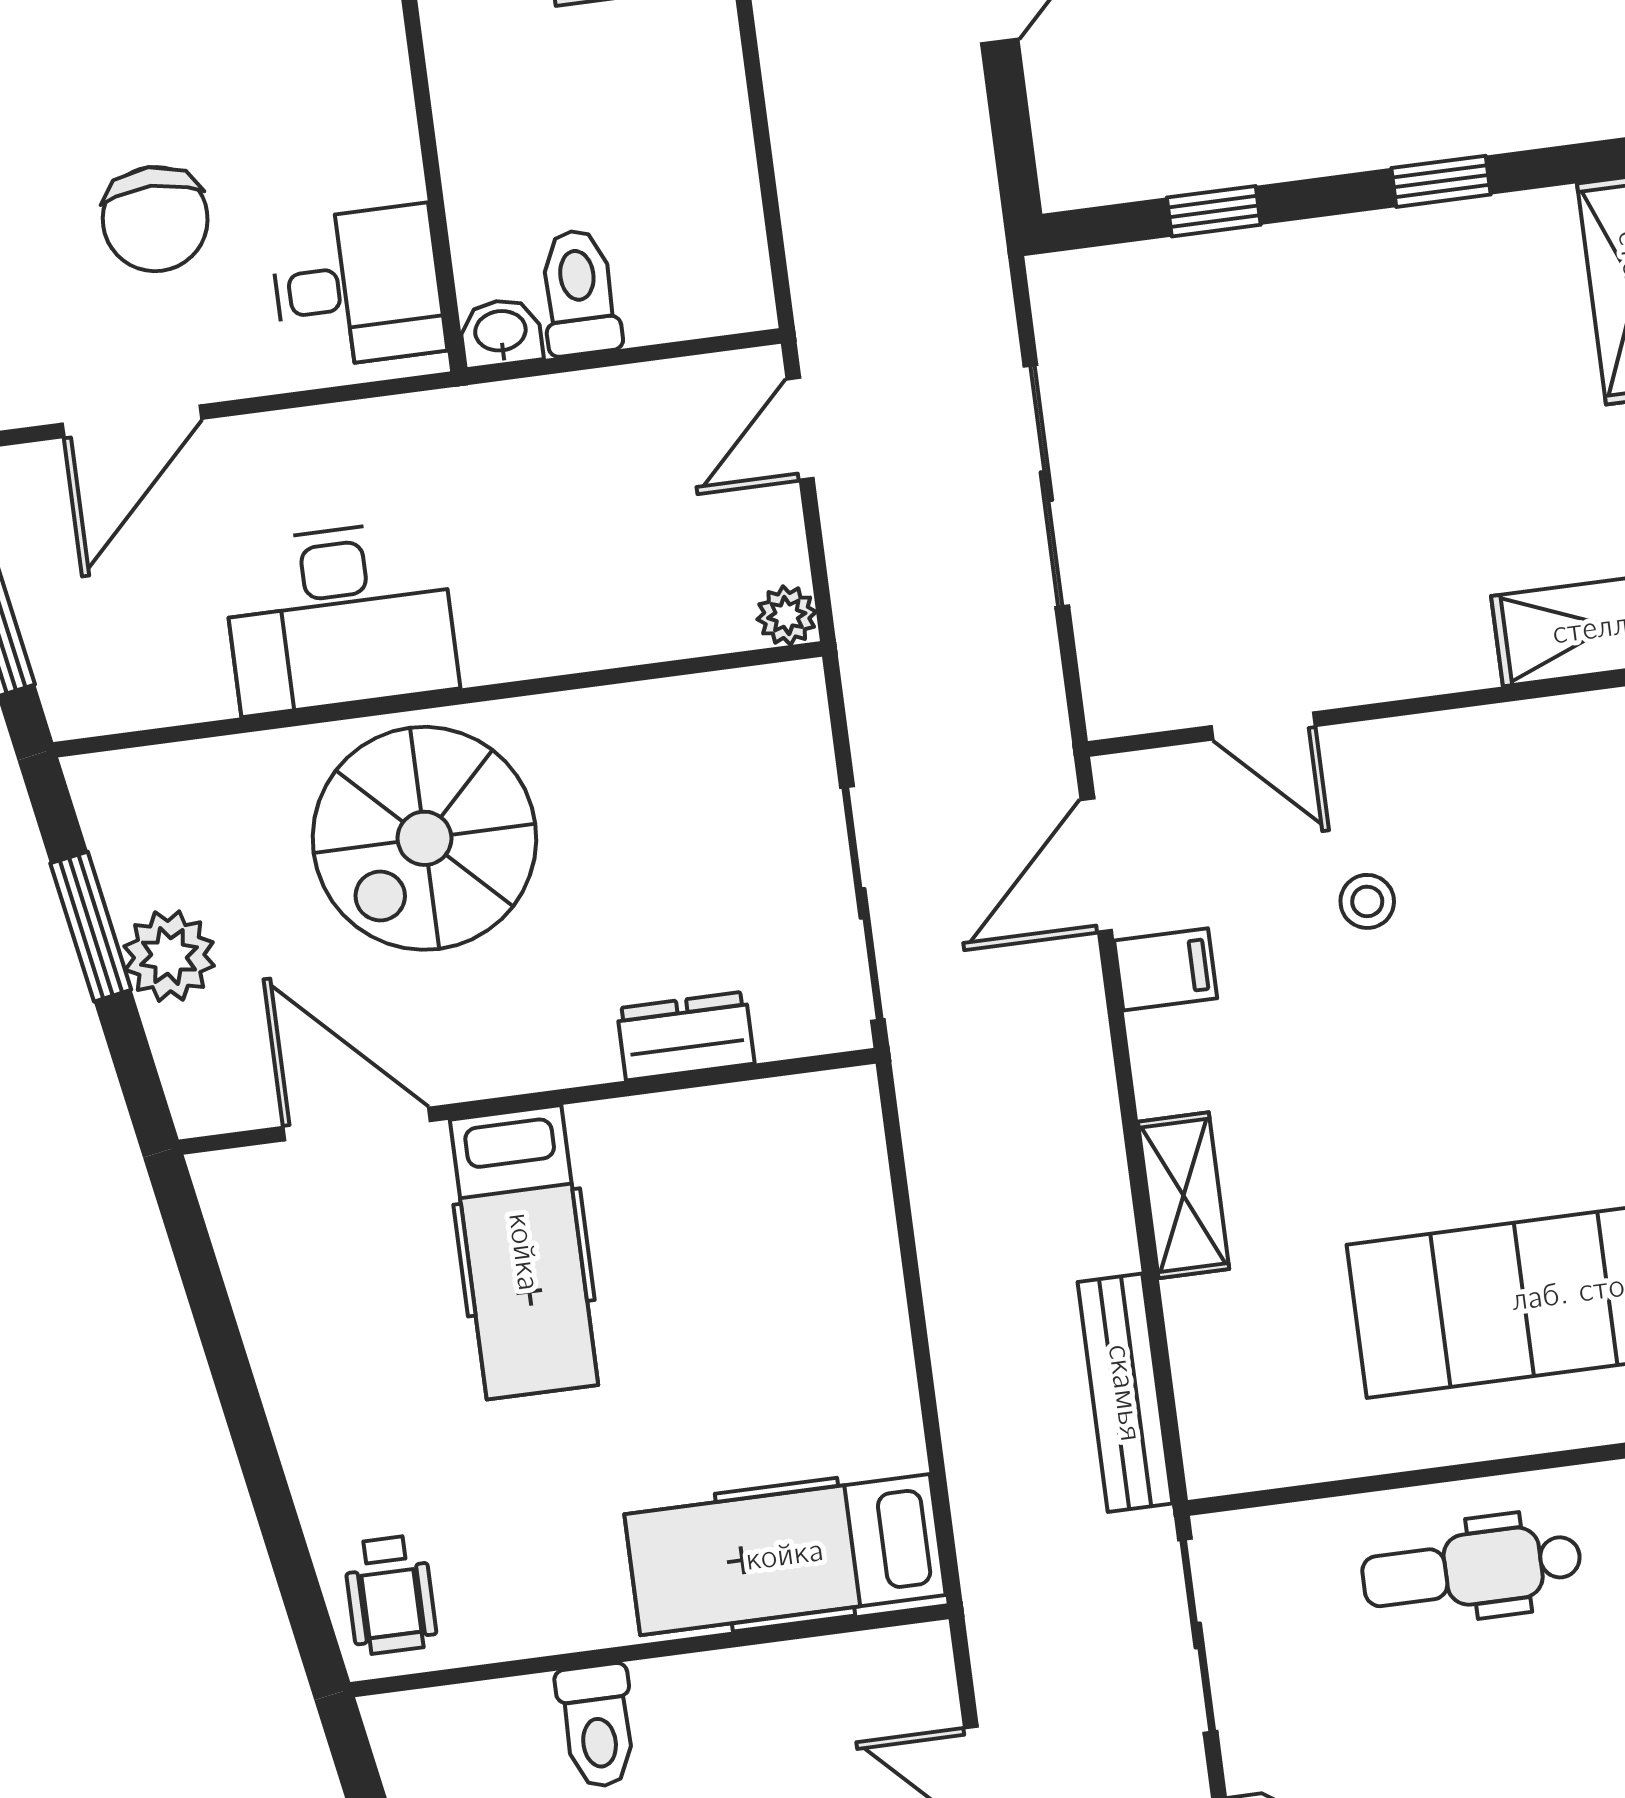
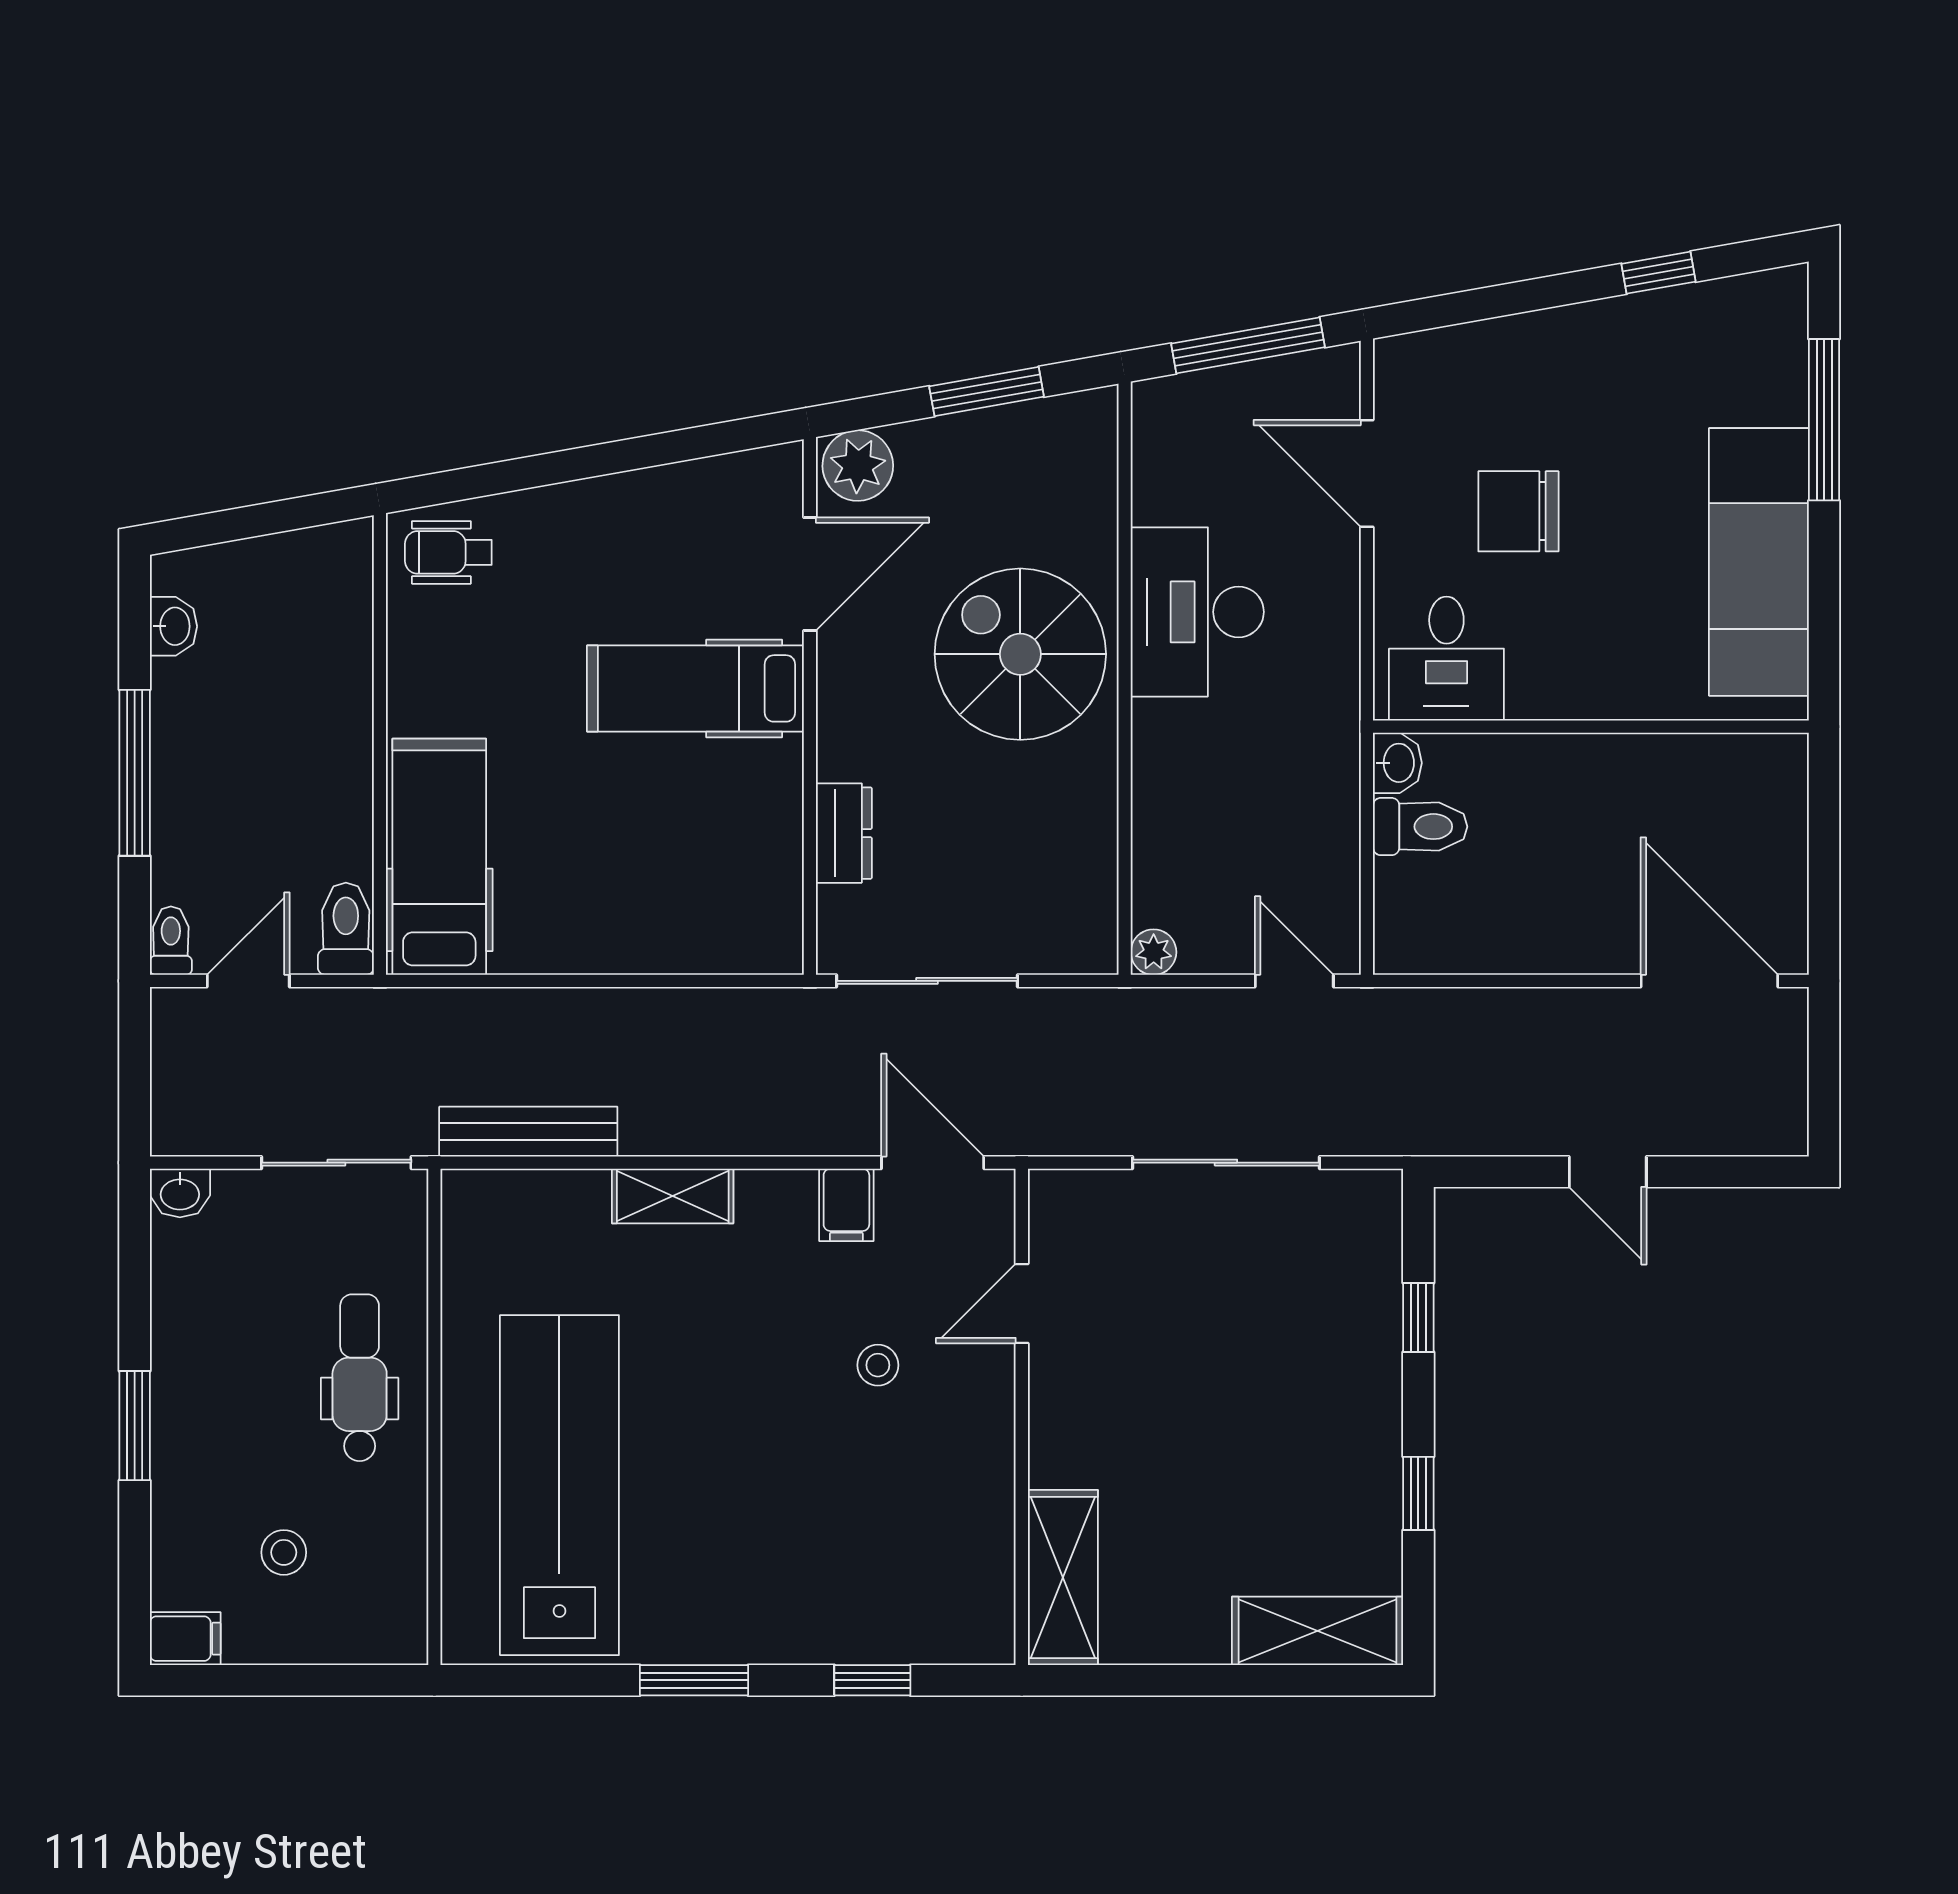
plant: (169, 956) -> (858, 466), moved
toilet: (597, 1726) -> (346, 929), moved, turned 90

